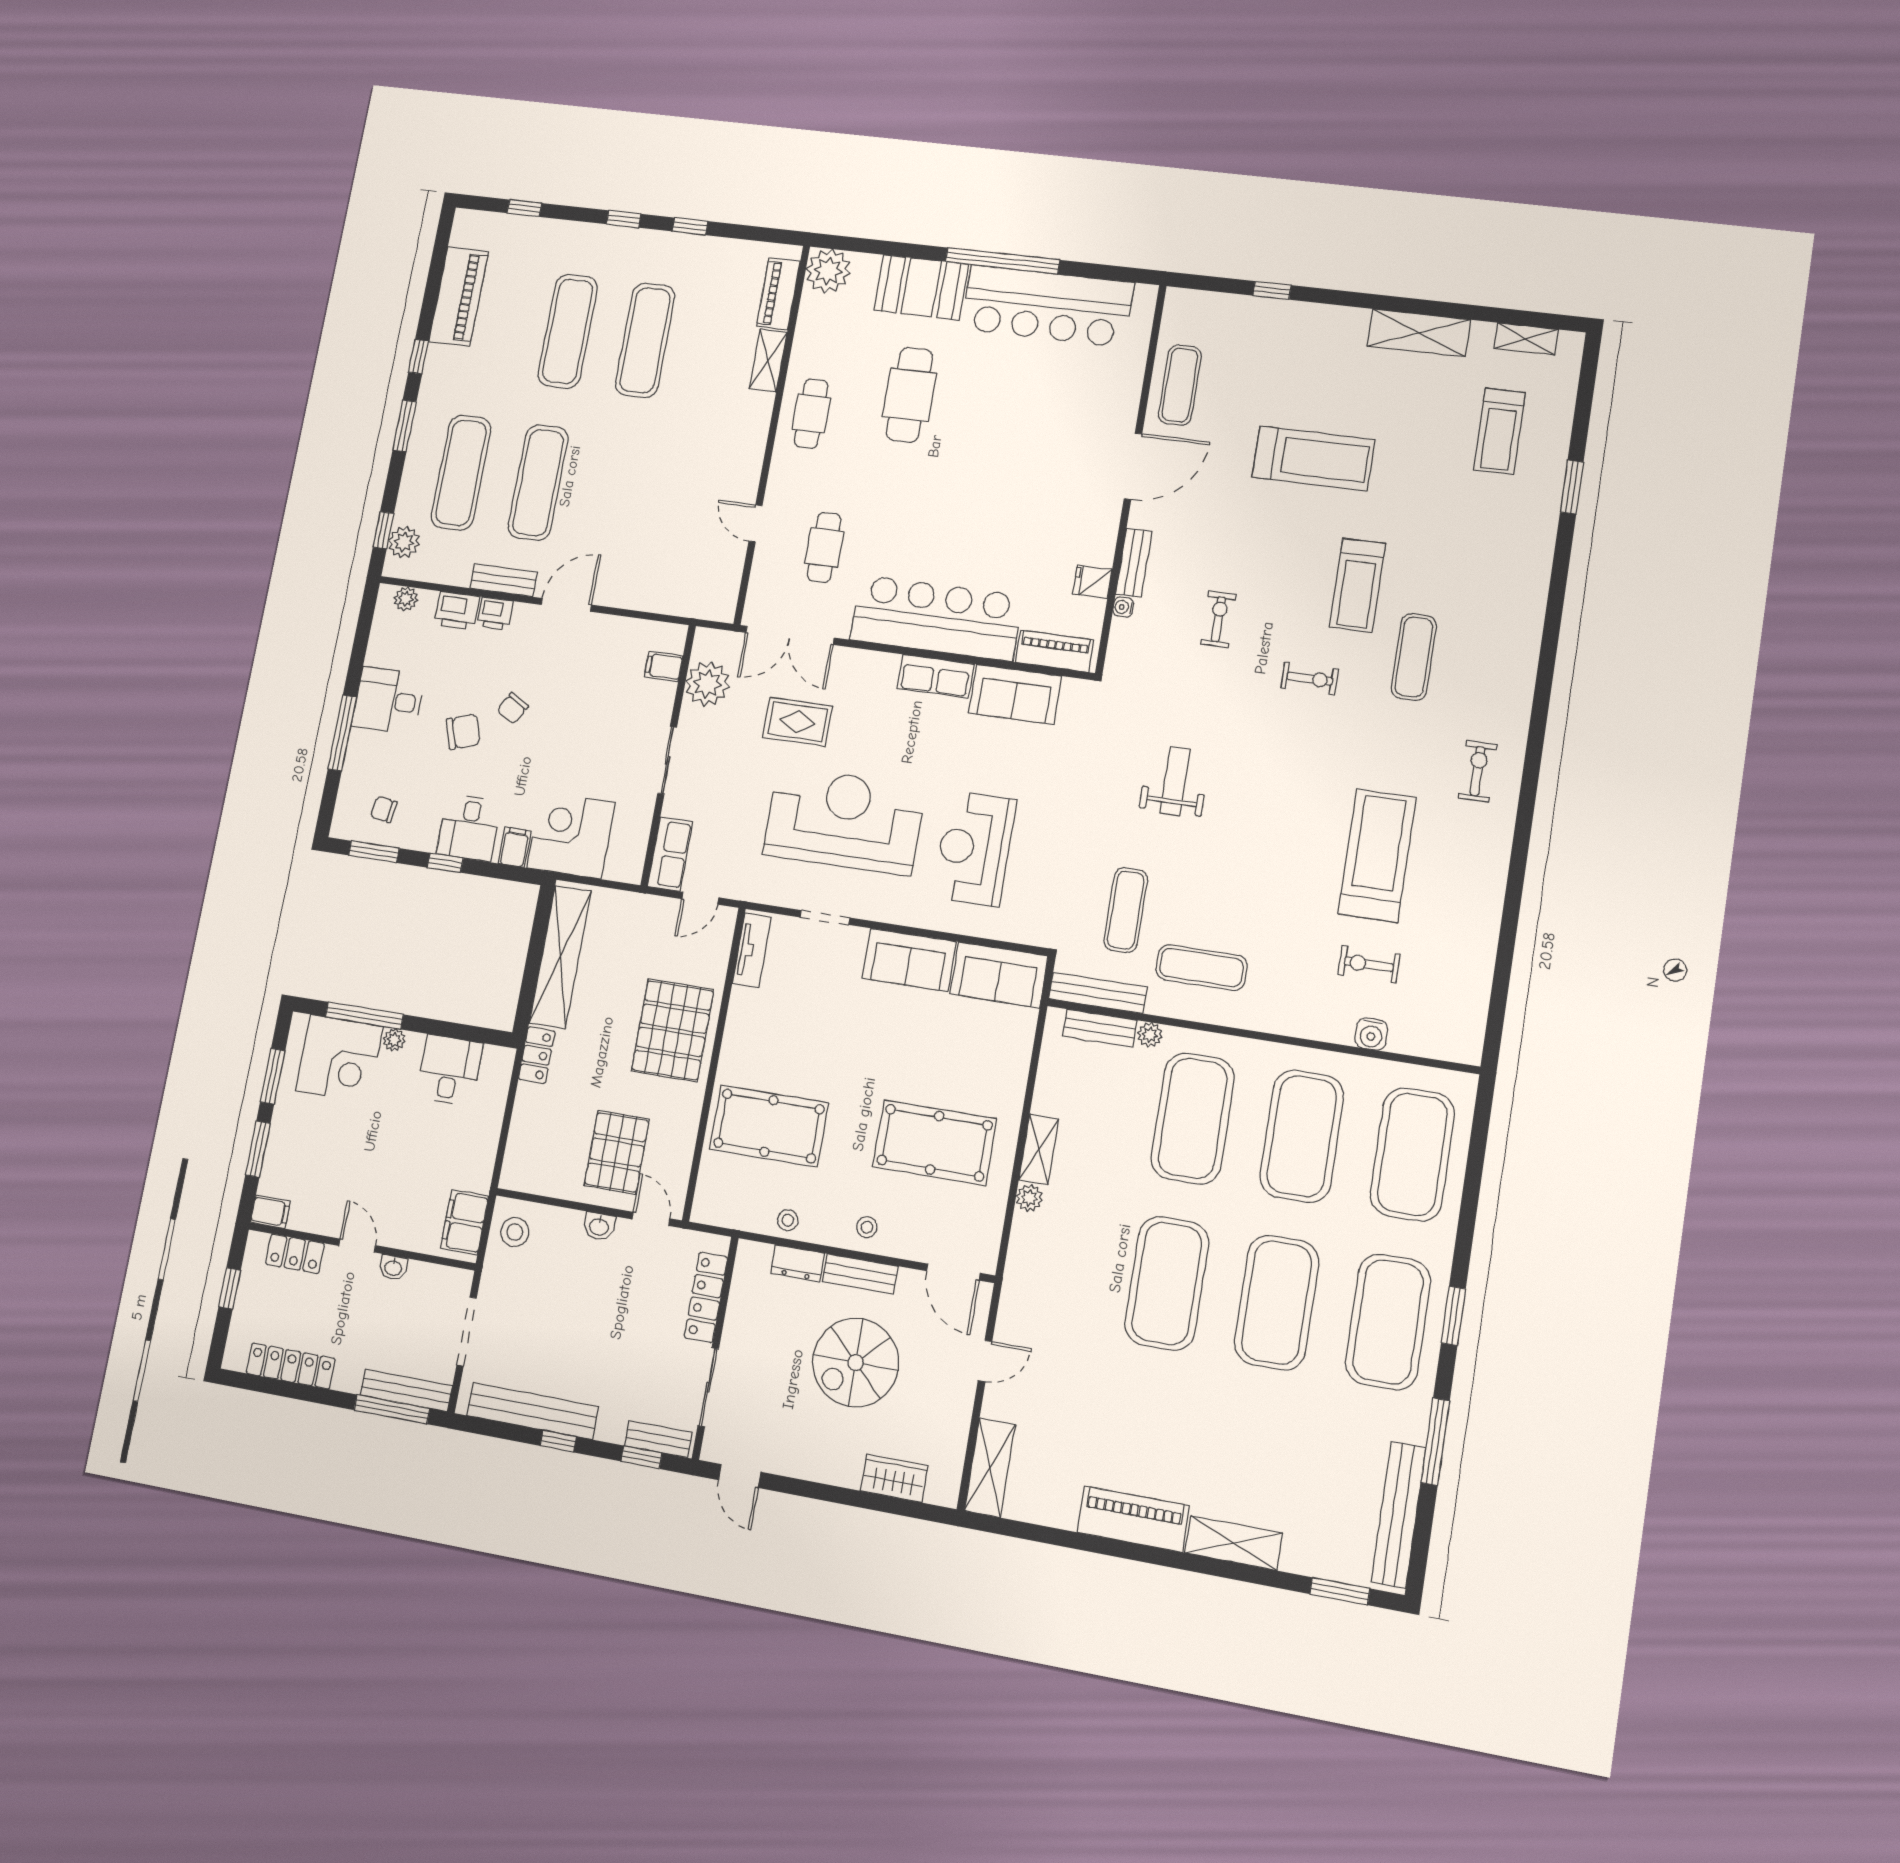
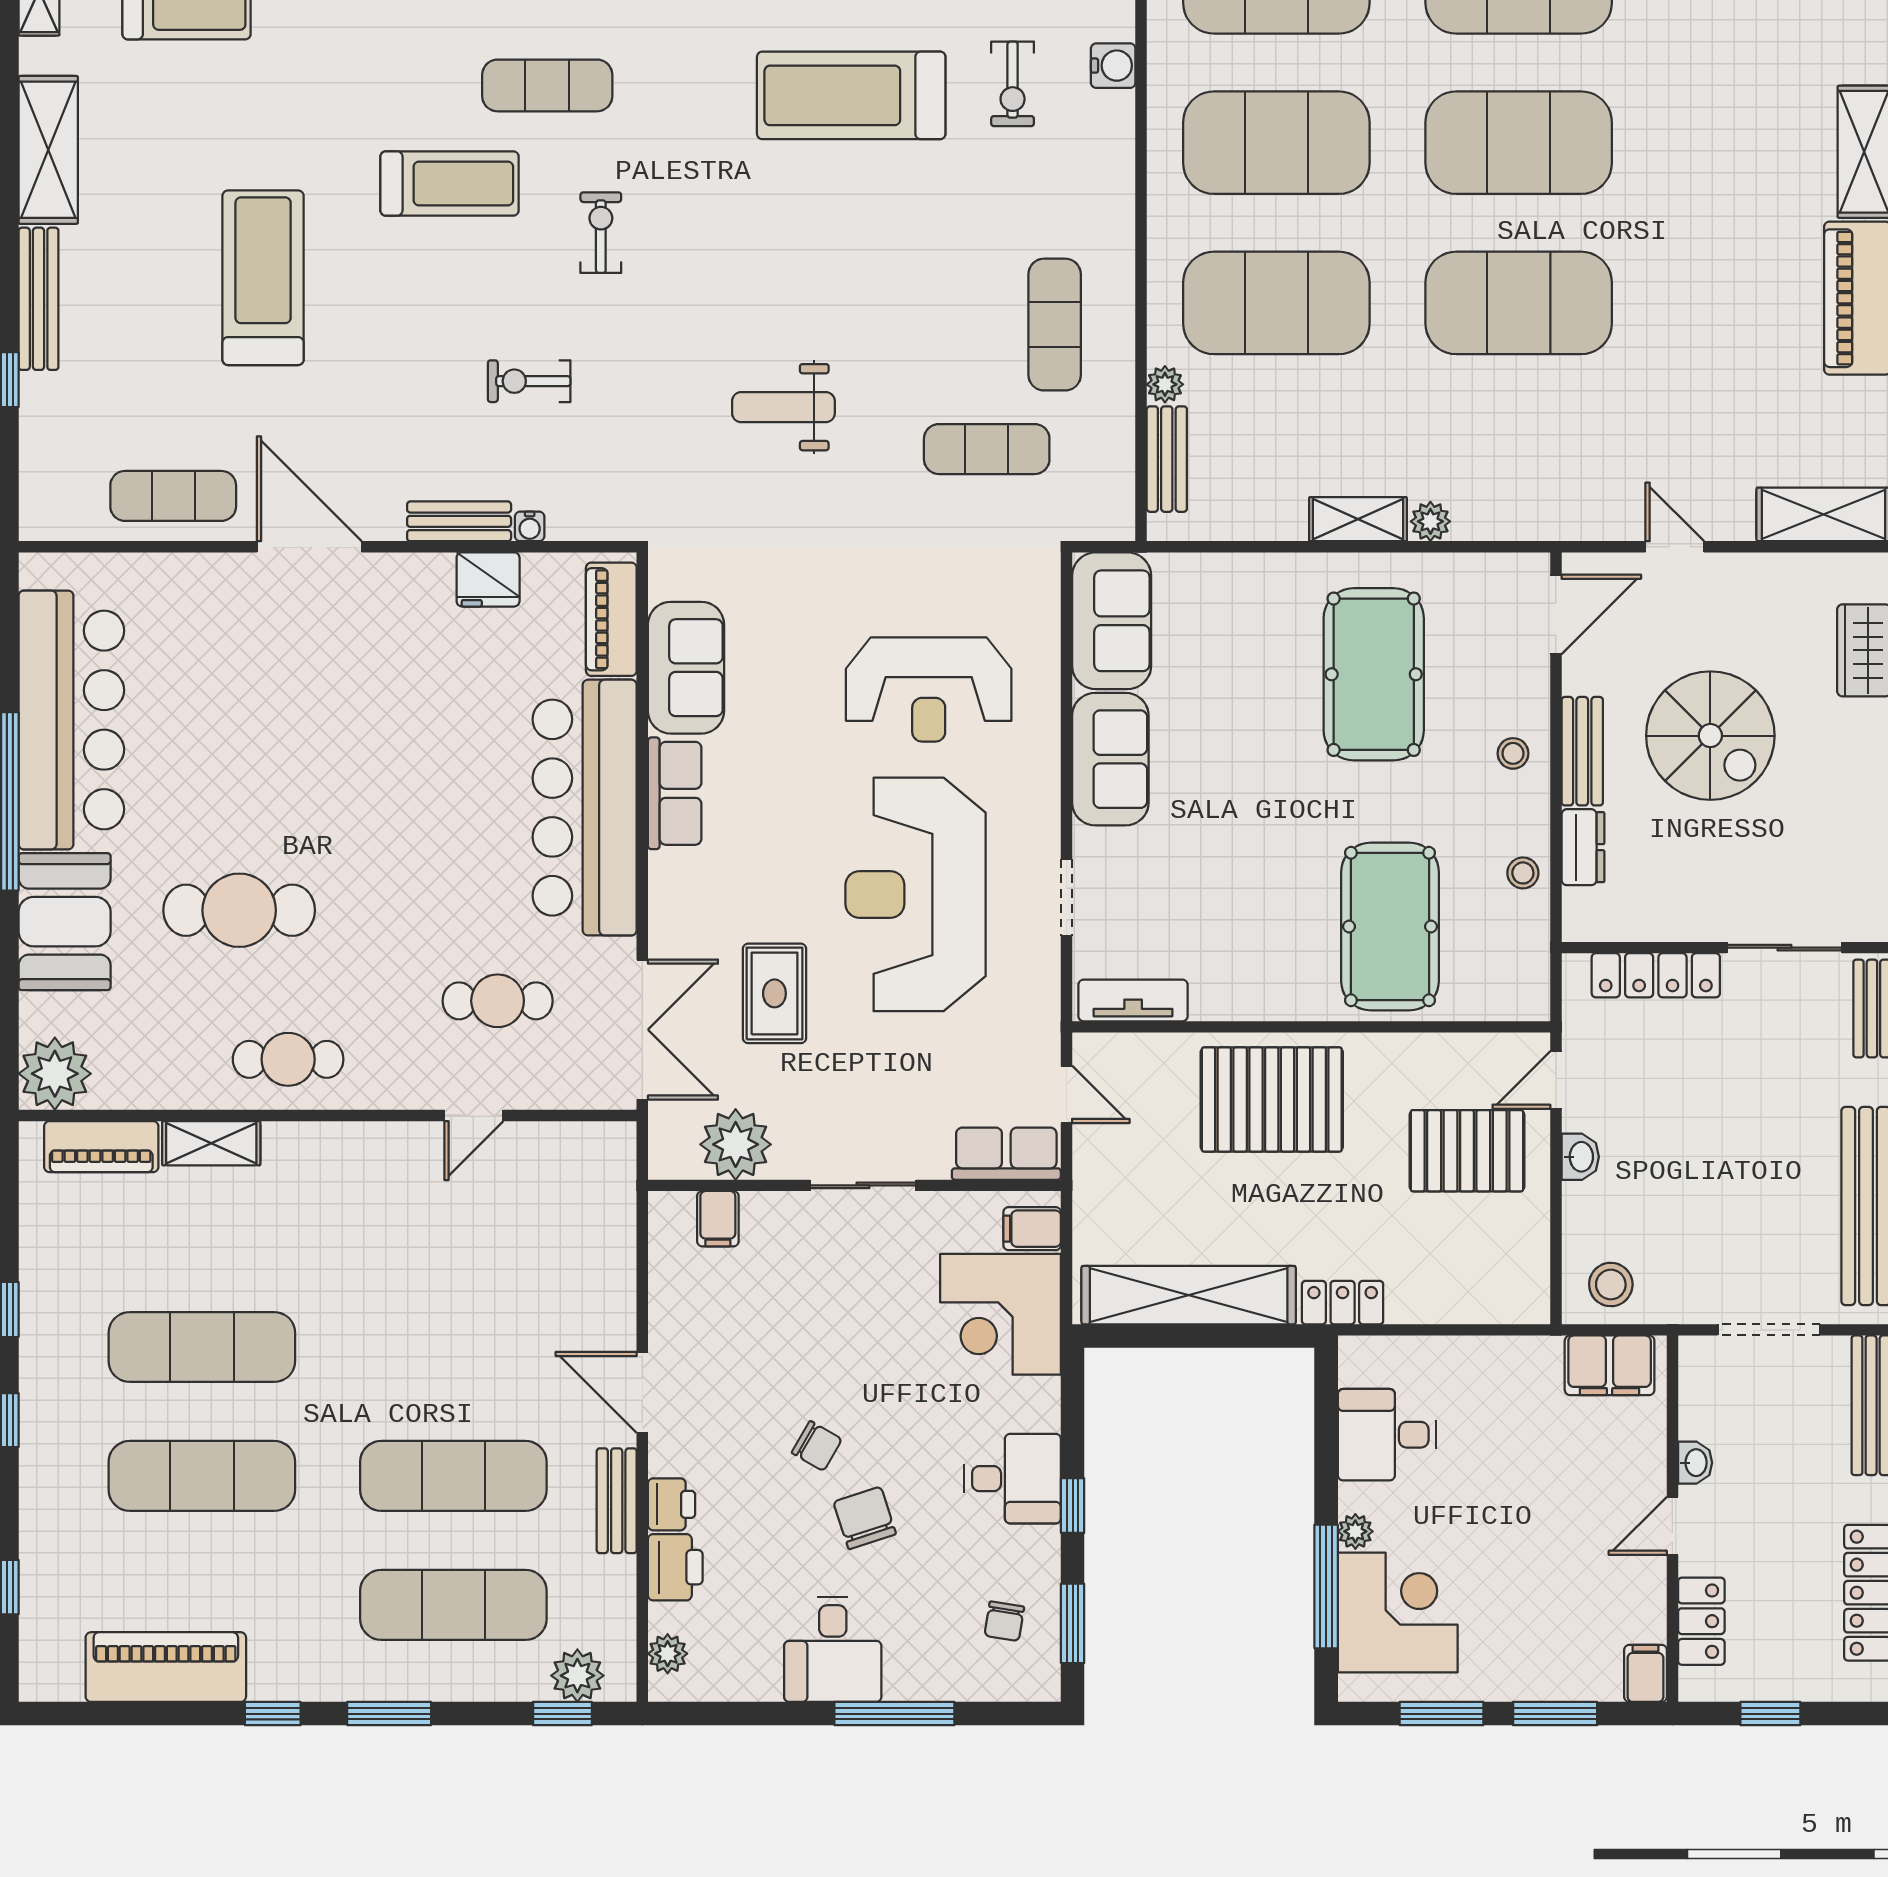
fridge: (1092, 582) -> (488, 579), width x1.38
filing cabinet: (515, 847) -> (1032, 1229), moved
bench: (1098, 993) -> (39, 299), moved

